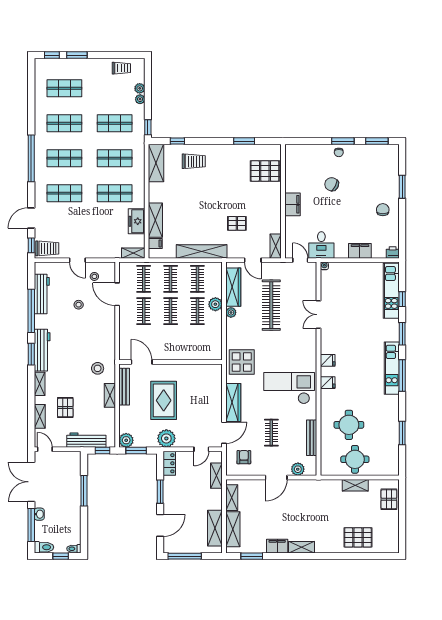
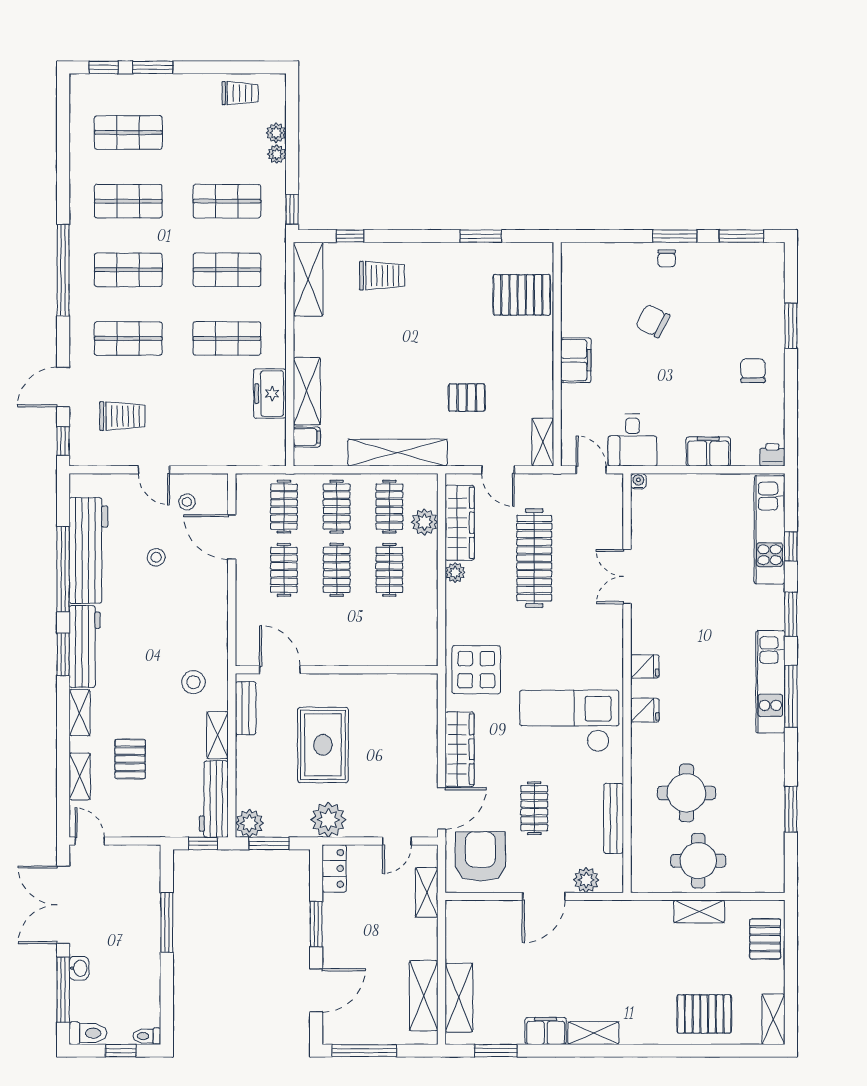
trolley: (47, 248) -> (122, 416), moved
shelving: (133, 253) -> (263, 456), removed
workbench: (42, 294) -> (88, 550), width x1.36, depth x1.32
plant: (215, 304) -> (424, 522), moved
bench: (124, 387) -> (246, 708), width x0.73
workbench: (86, 440) -> (214, 799), moved, turned -90
armchair: (244, 457) -> (480, 856), width x1.88, depth x1.88
shelving: (232, 498) -> (773, 1019), moved

